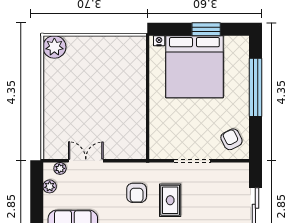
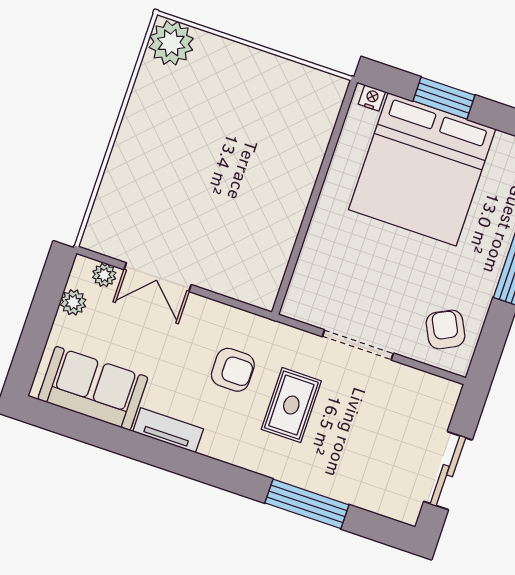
window: (206, 29) -> (444, 98), moved
double door: (86, 161) -> (158, 277), swing flipped
armchair: (137, 193) -> (233, 370), turned -90

